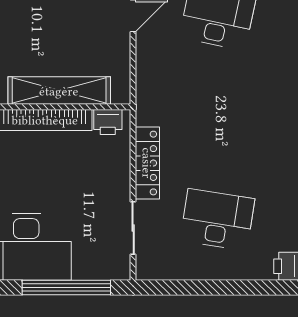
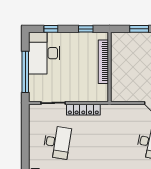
shelving: (59, 91) -> (117, 69), removed
printer: (108, 122) -> (102, 91), removed

